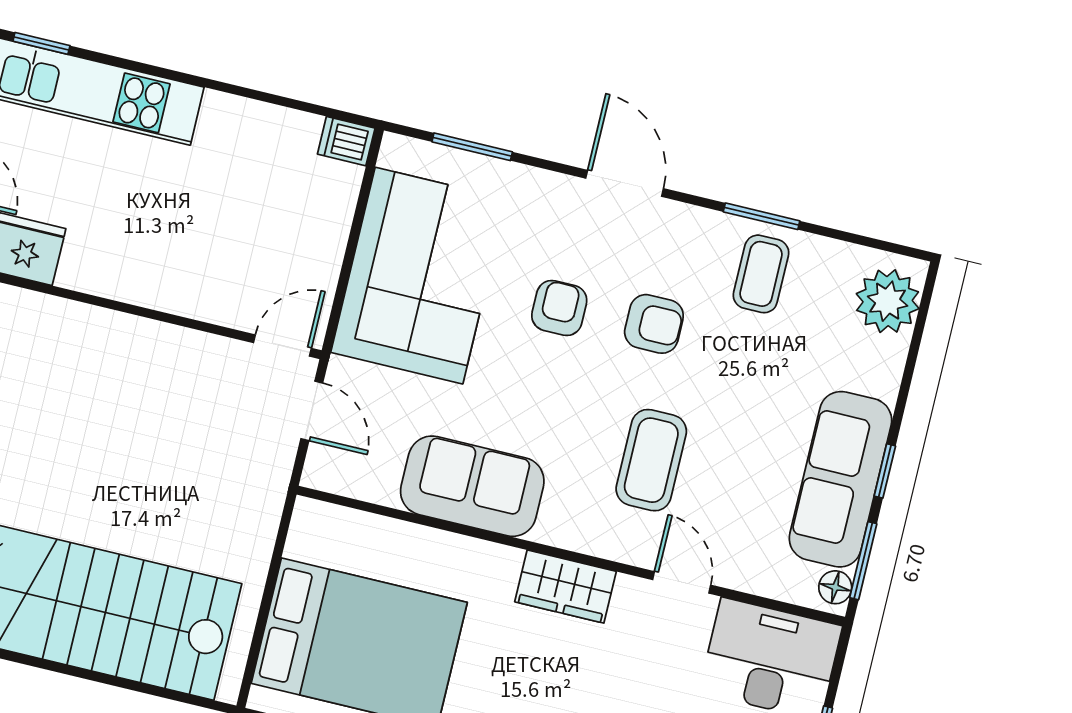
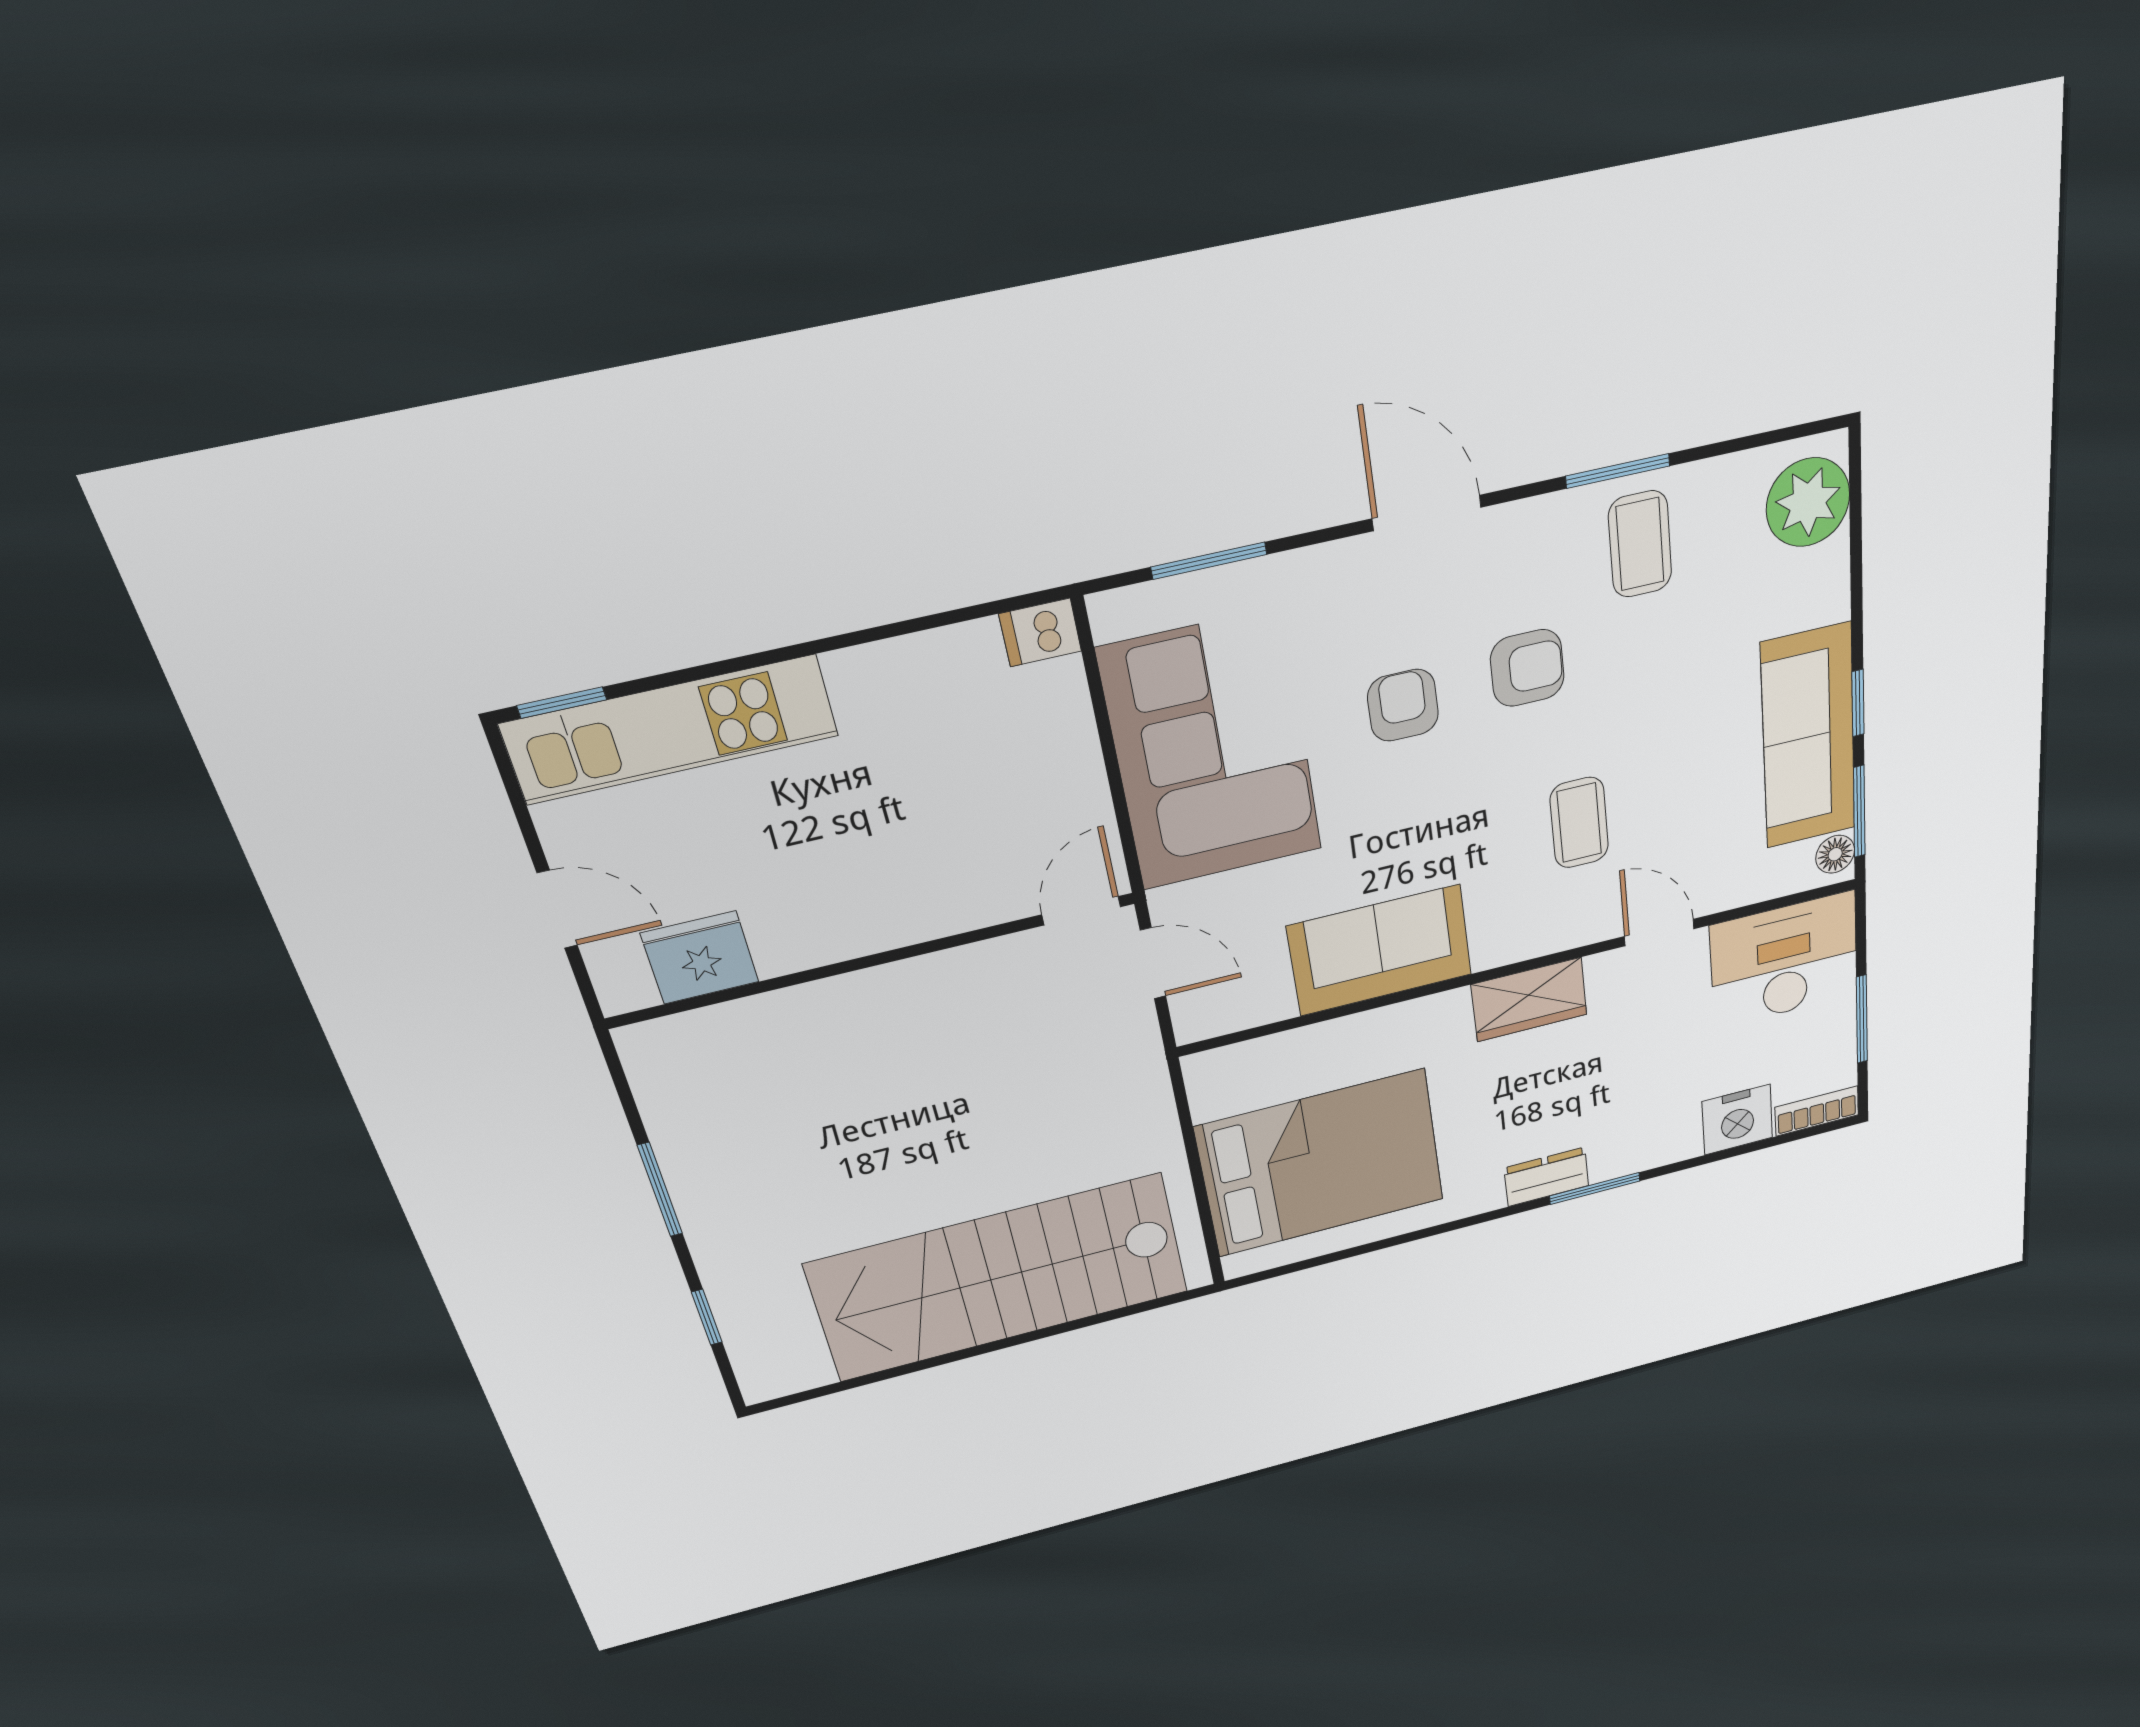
coffee table: (651, 460) -> (1579, 823), width x0.73, depth x0.77

